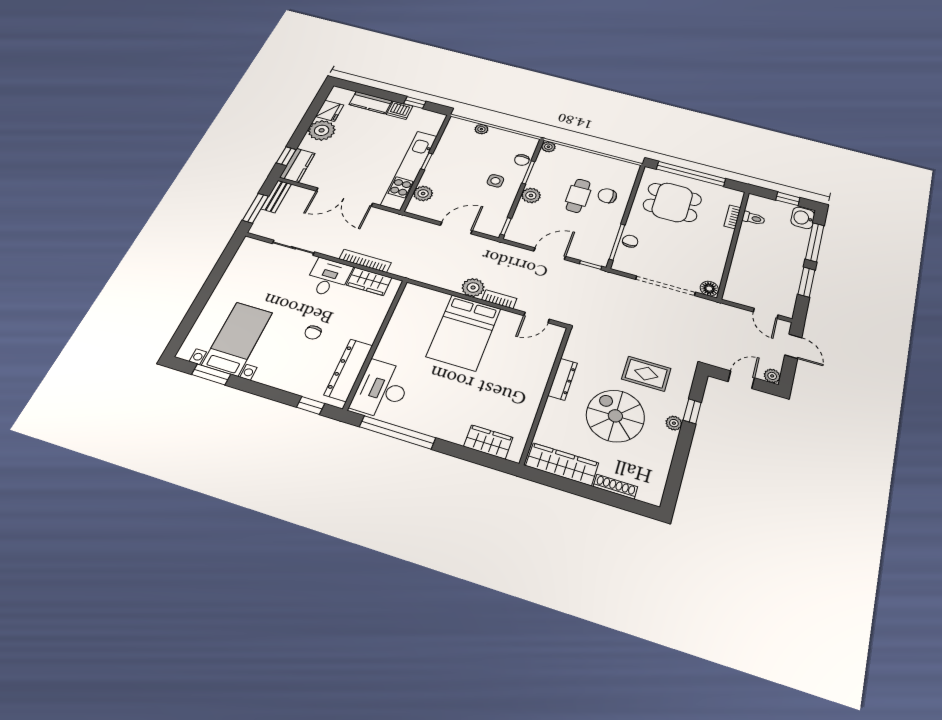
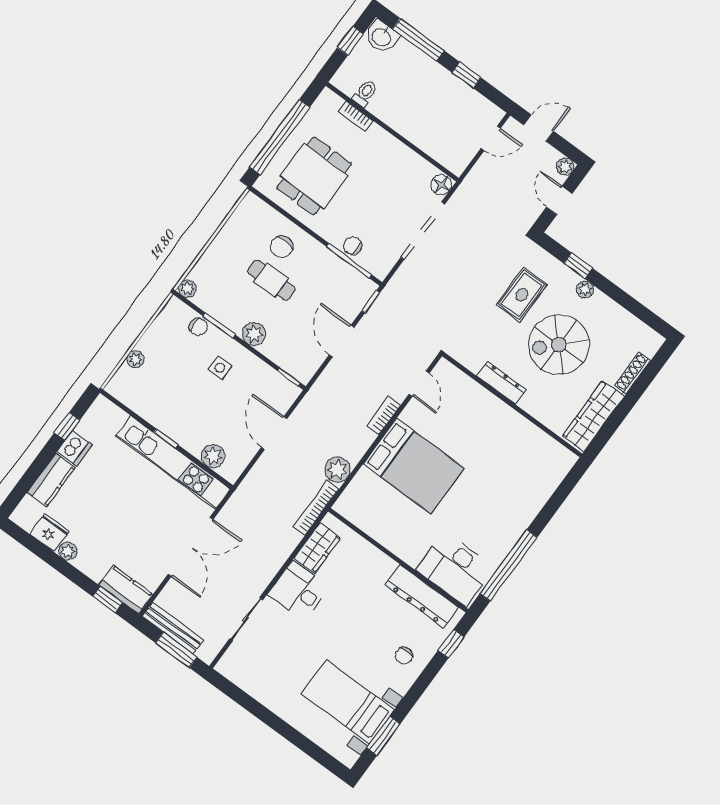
plant: (322, 130) -> (68, 551), width x0.53, depth x0.53
bench: (276, 196) -> (173, 628), width x1.36
bookcase: (365, 261) -> (316, 508), moved
window: (806, 282) -> (466, 75), width x0.67
plant: (473, 288) -> (338, 470), moved
chair: (313, 332) -> (404, 656), moved, turned 88
wardrobe: (488, 442) -> (547, 480), removed

